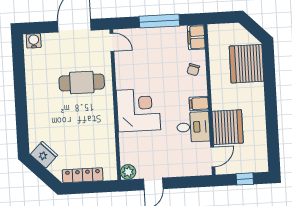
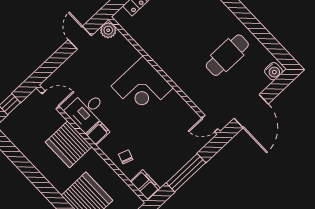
cafe table: (82, 83) -> (227, 55), moved
server rack: (228, 127) -> (69, 144), moved
door: (213, 157) -> (51, 100), swing flipped

